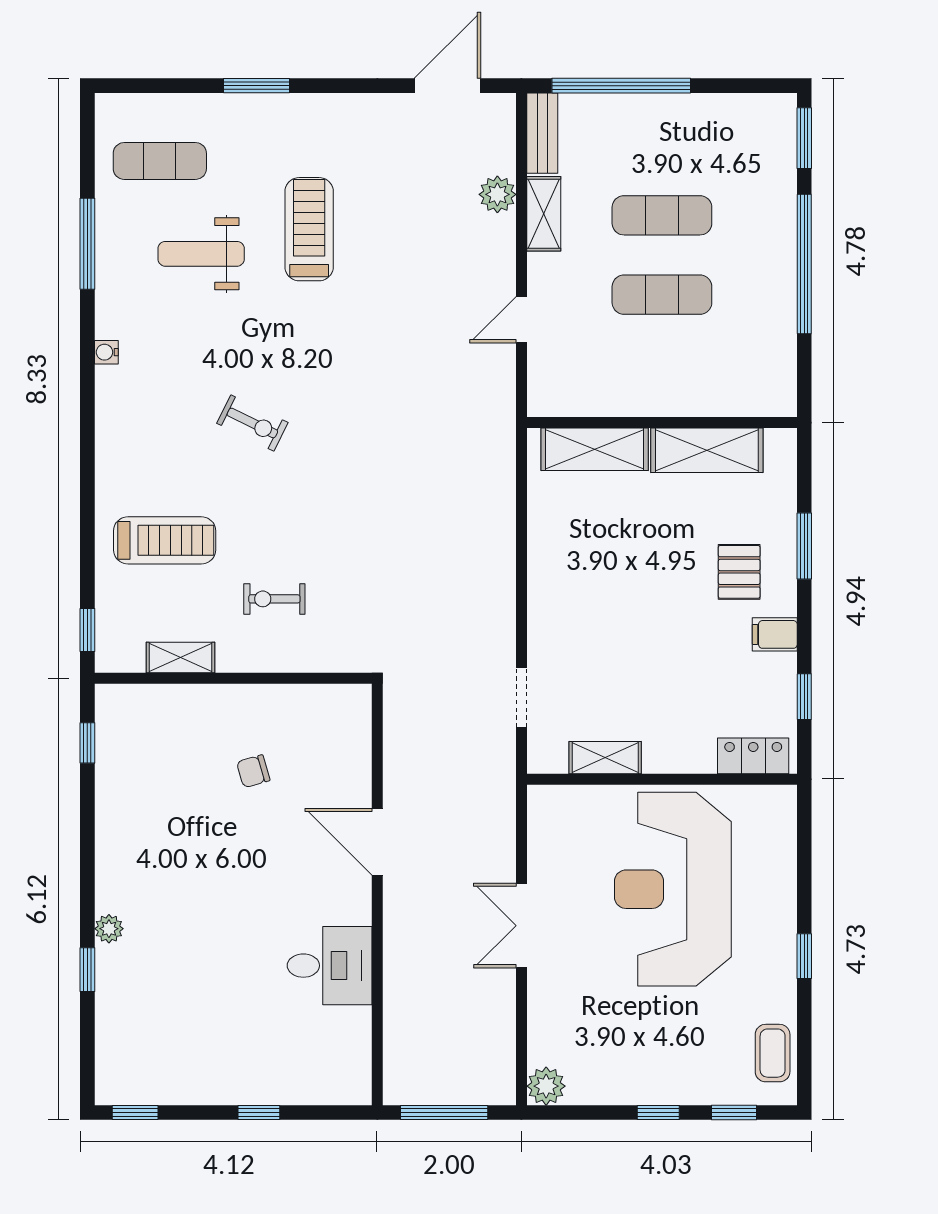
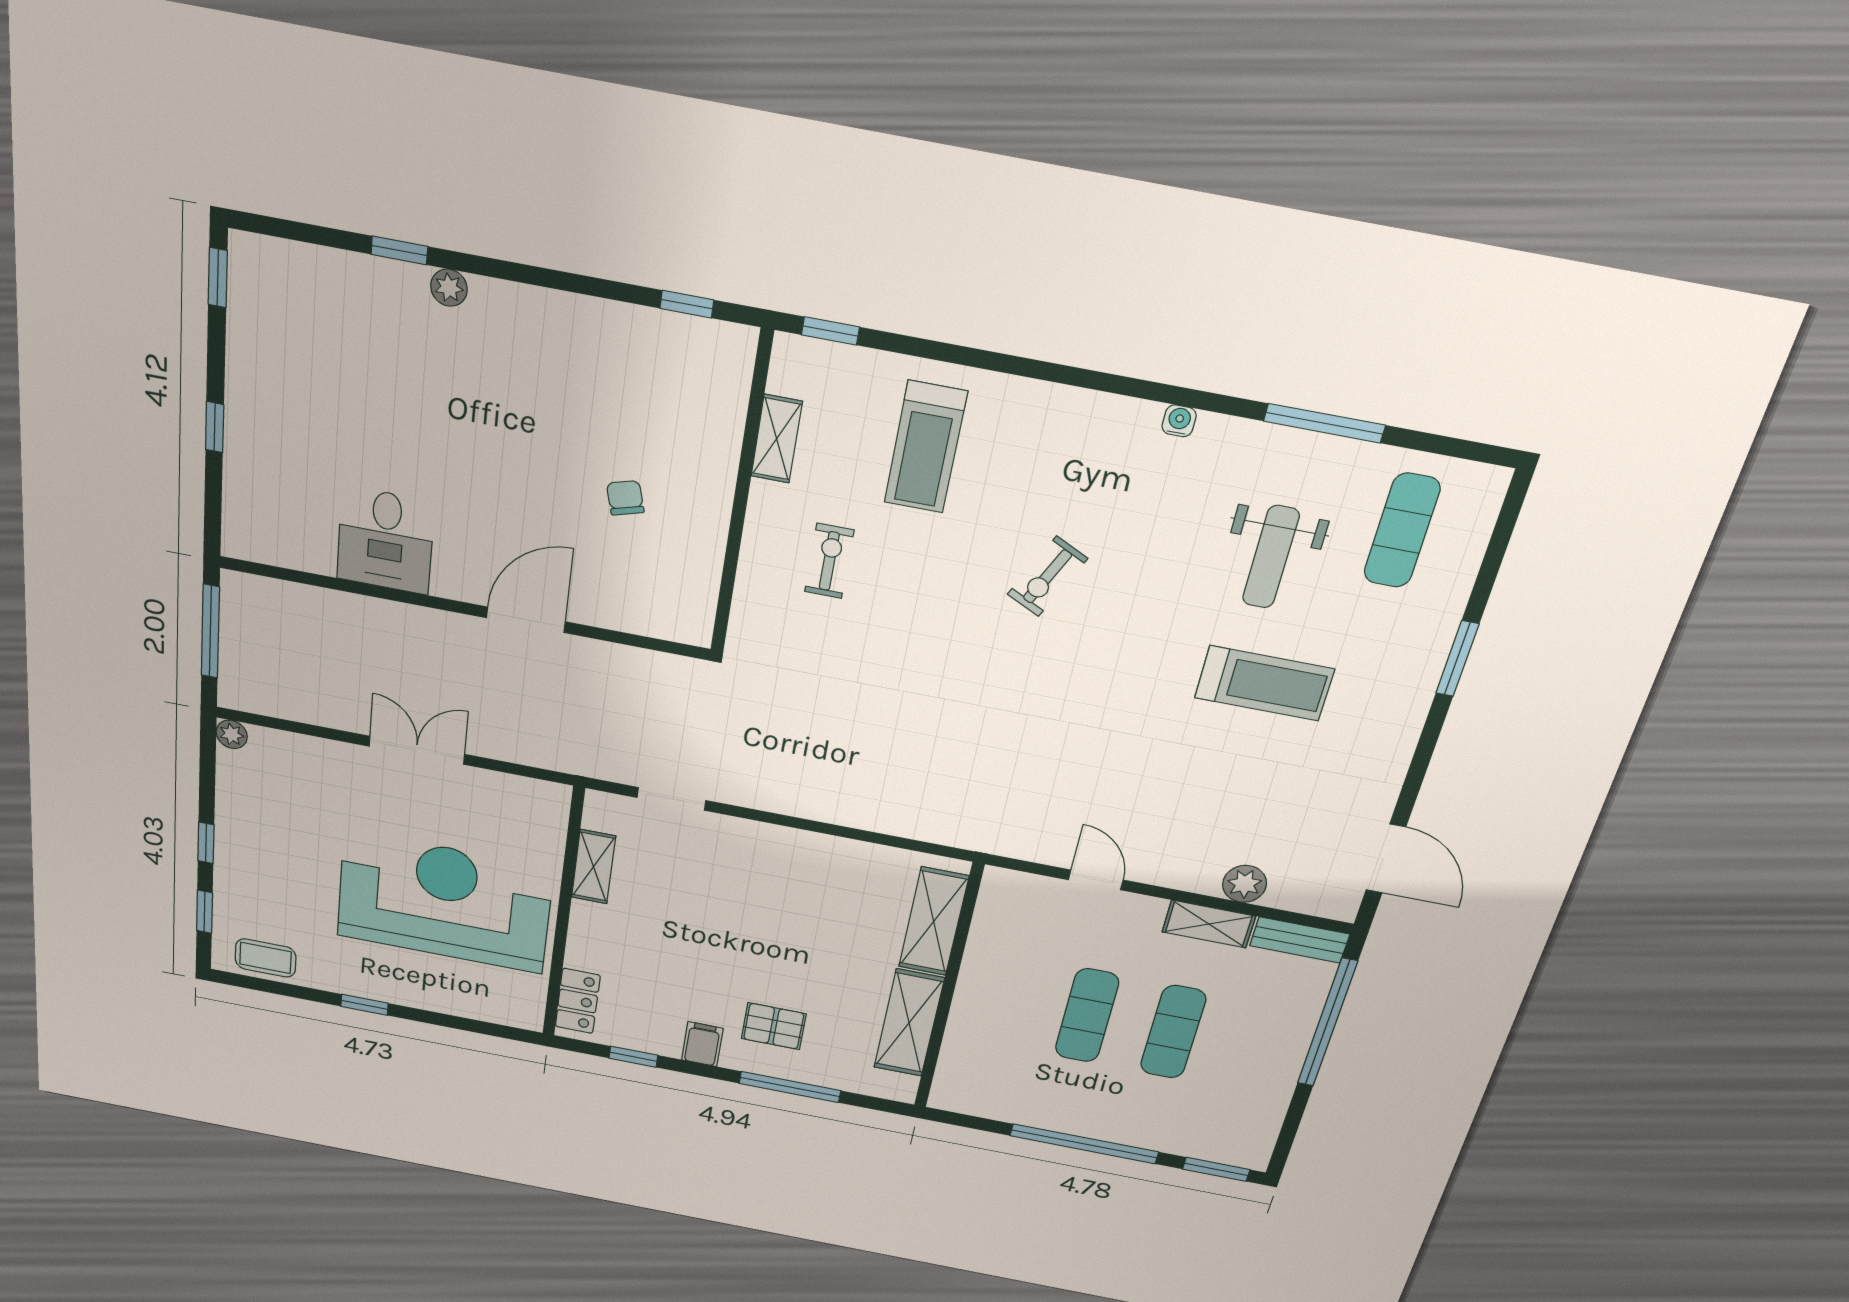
weight bench: (201, 254) -> (1271, 557), turned 180
window: (804, 546) -> (790, 1087), width x1.44
plant: (546, 1086) -> (232, 734), width x0.73, depth x0.73

